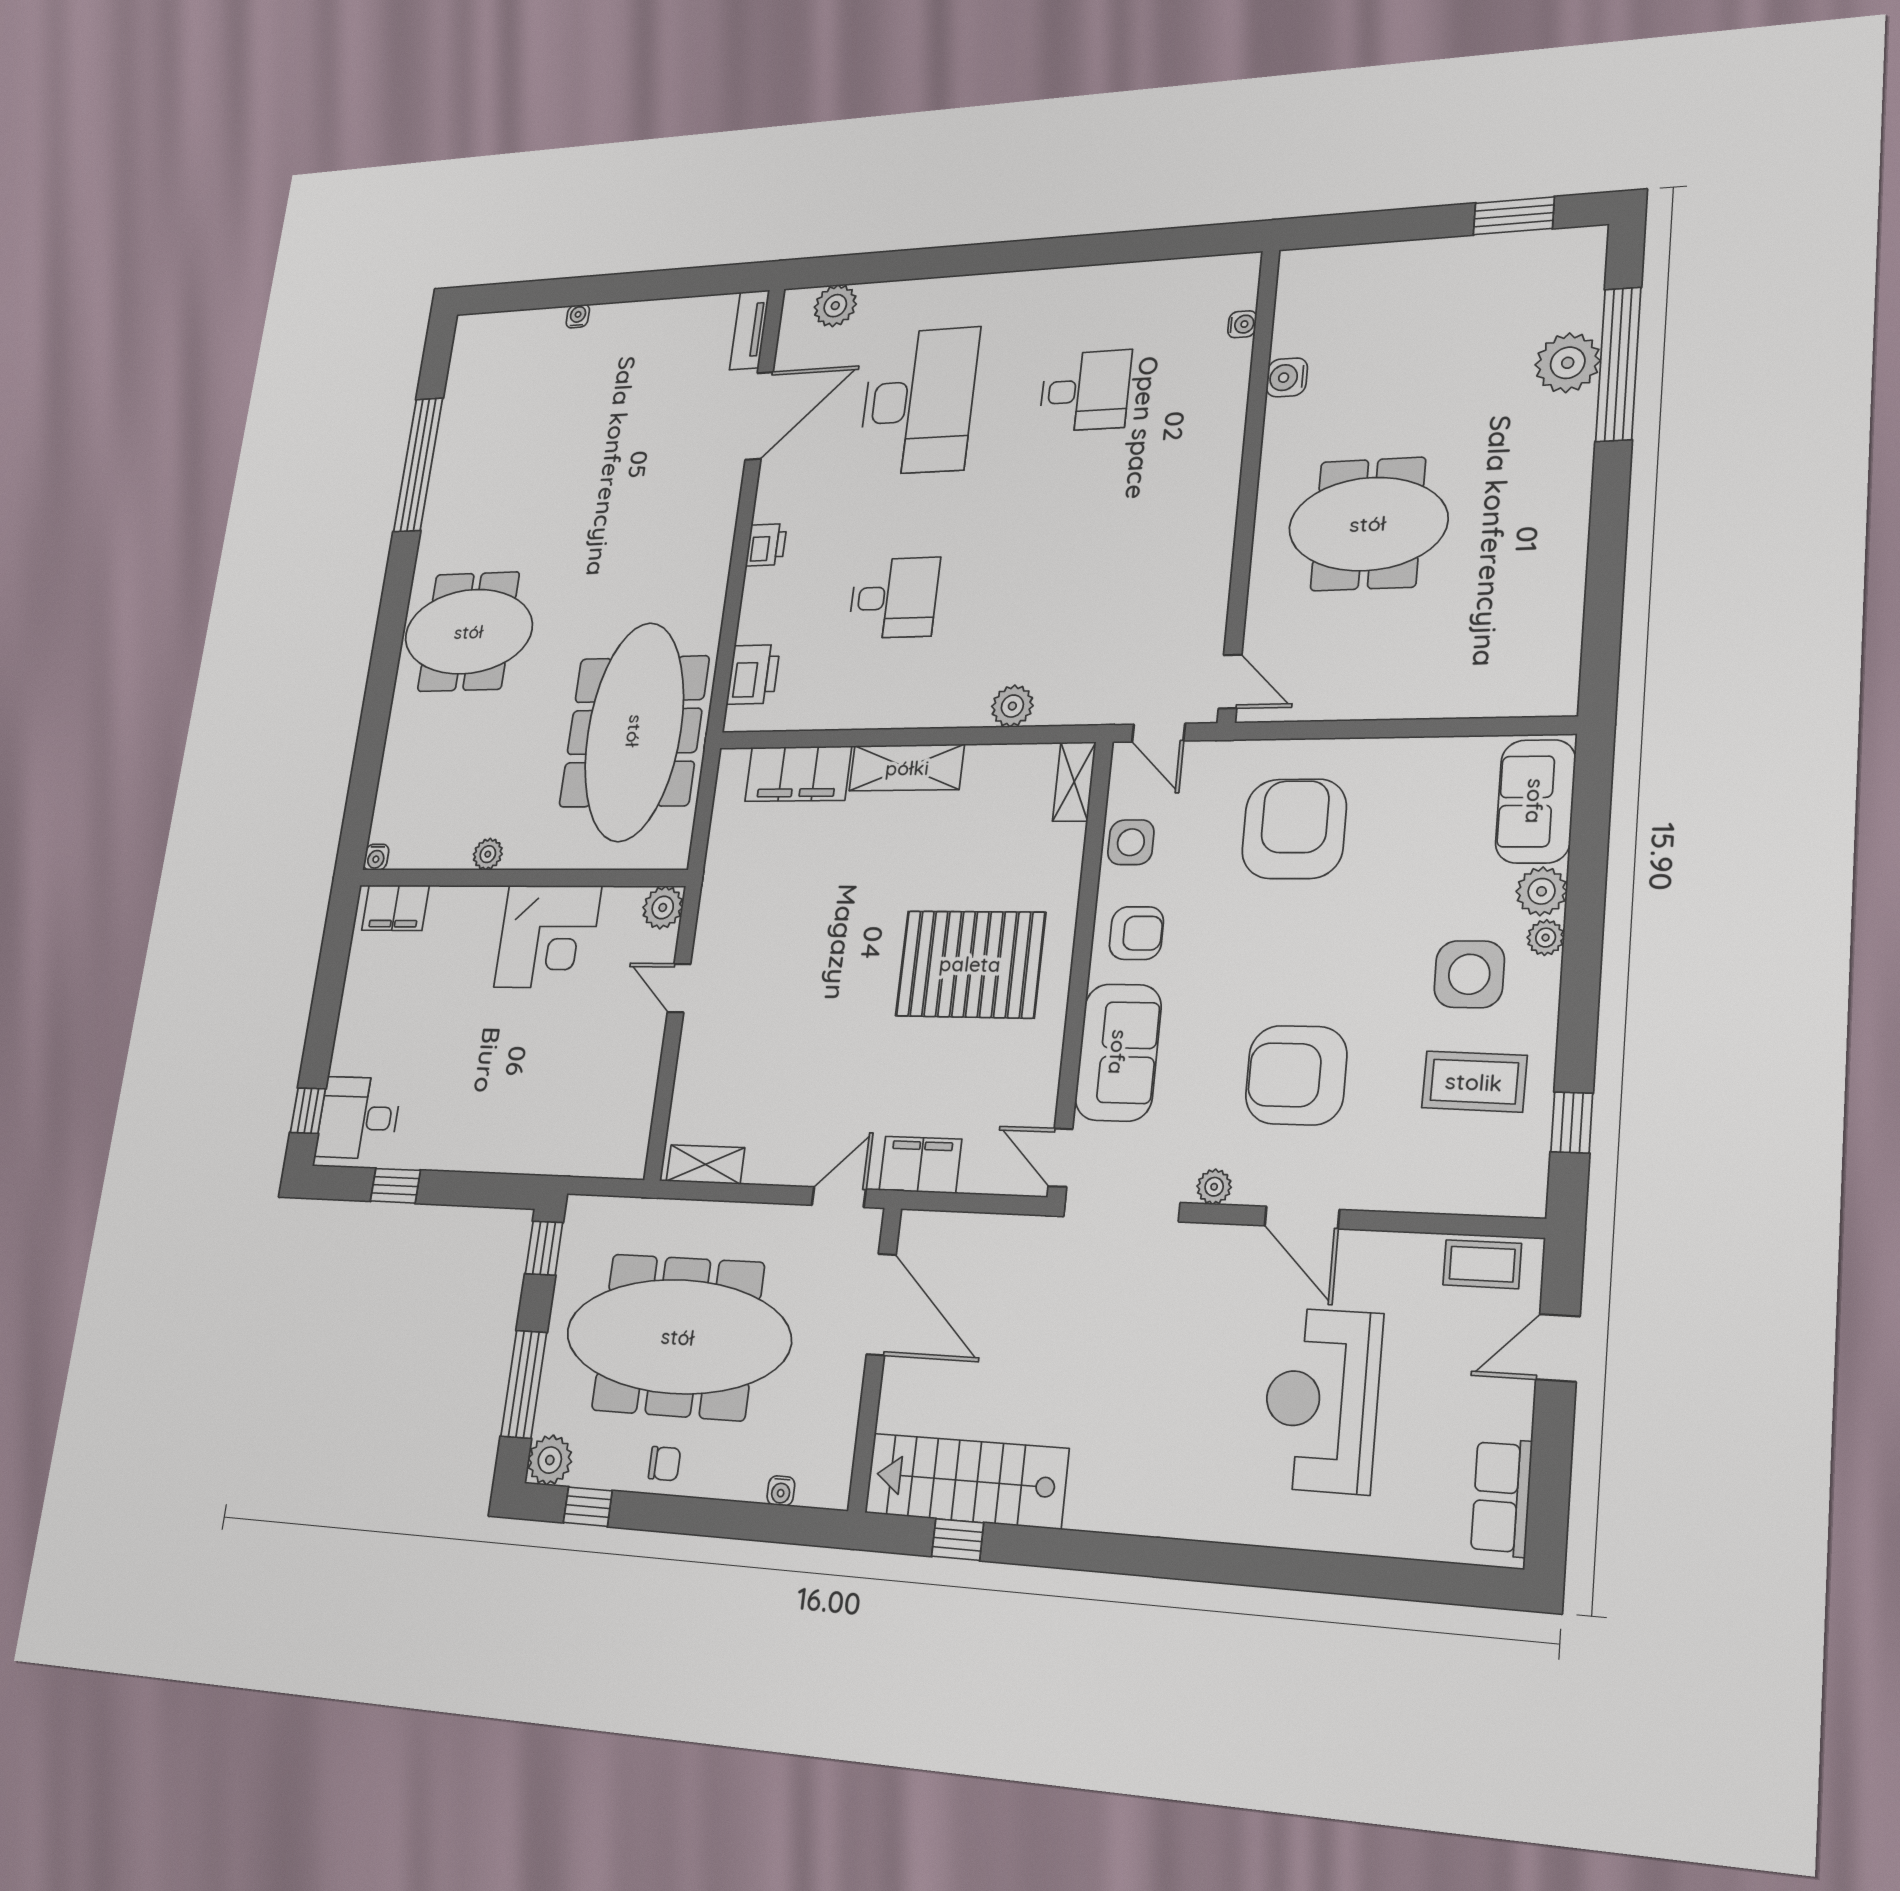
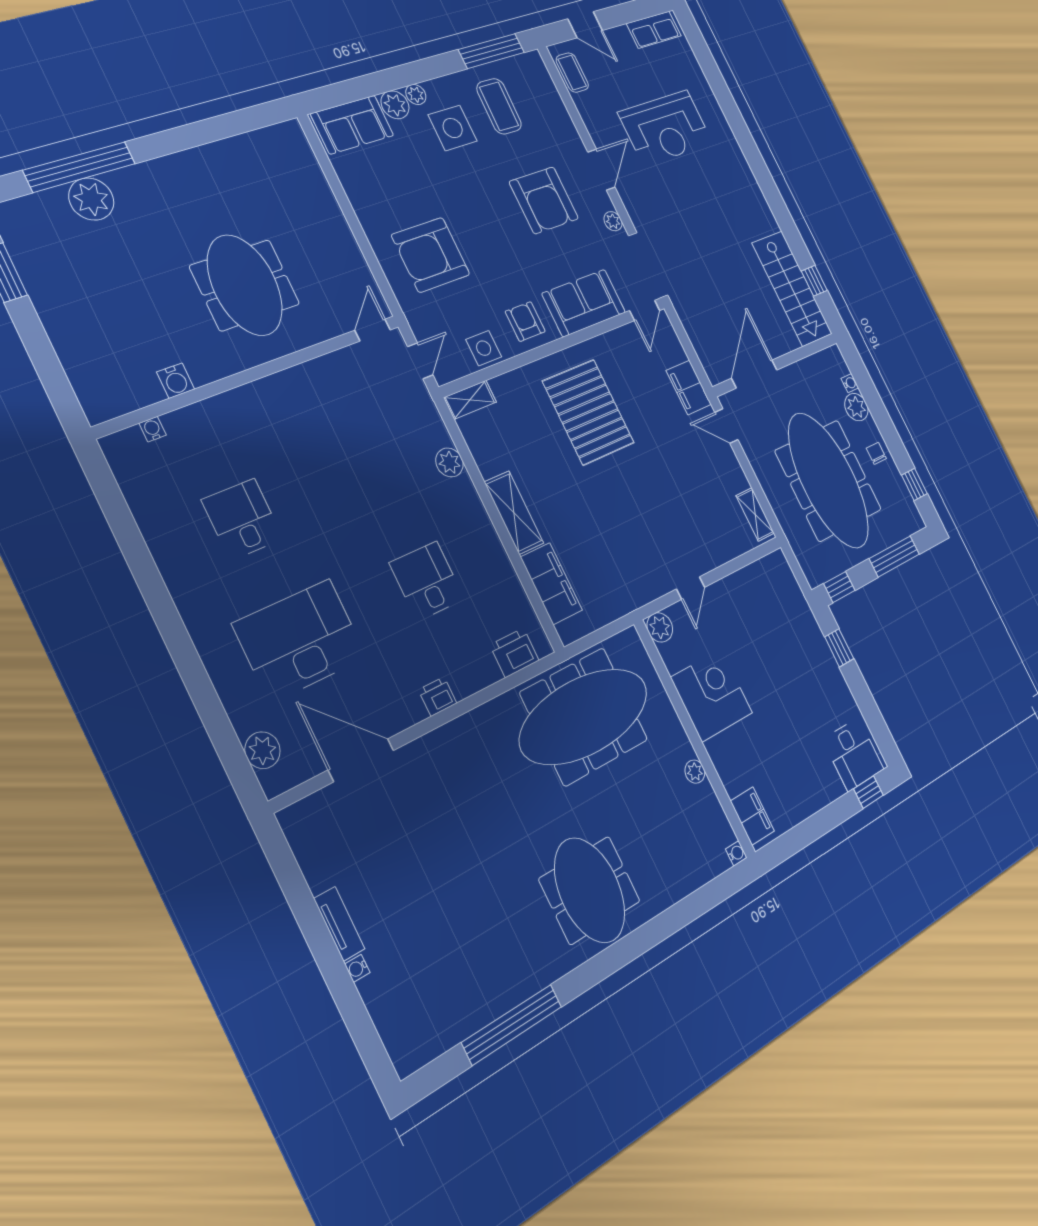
tv unit: (750, 330) -> (339, 924), moved, turned -90
window: (1572, 1122) -> (491, 51), width x2.17
window: (395, 1186) -> (839, 648), moved
plant: (550, 1460) -> (856, 407), moved

